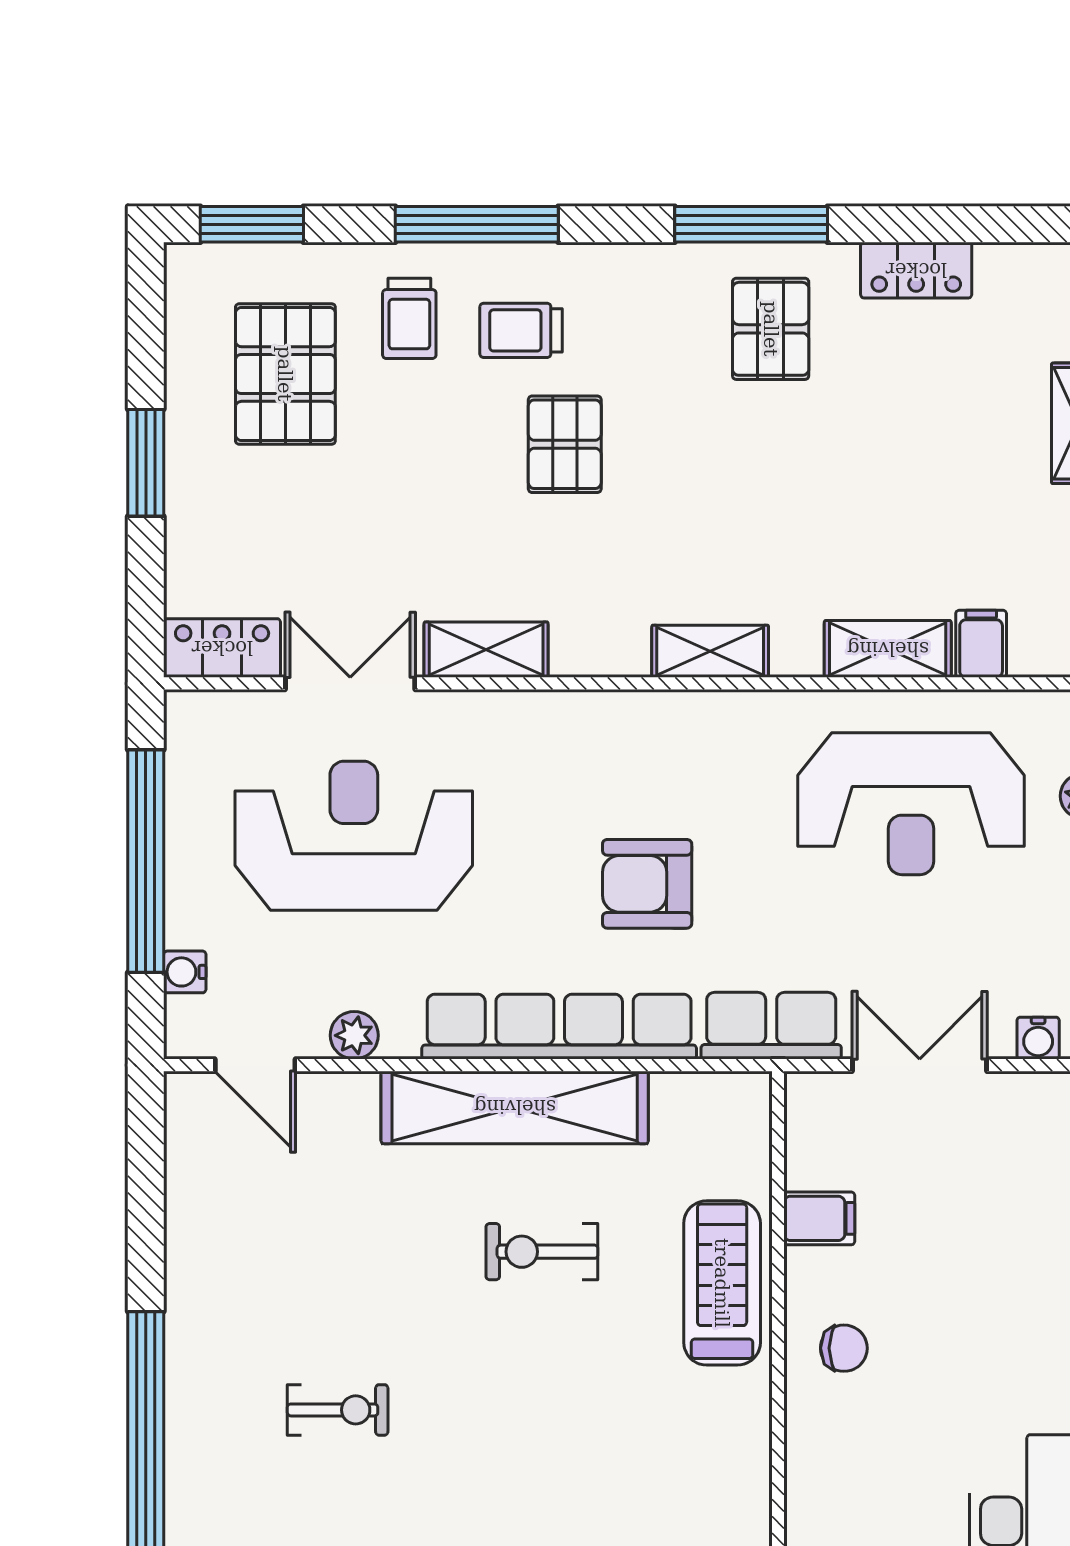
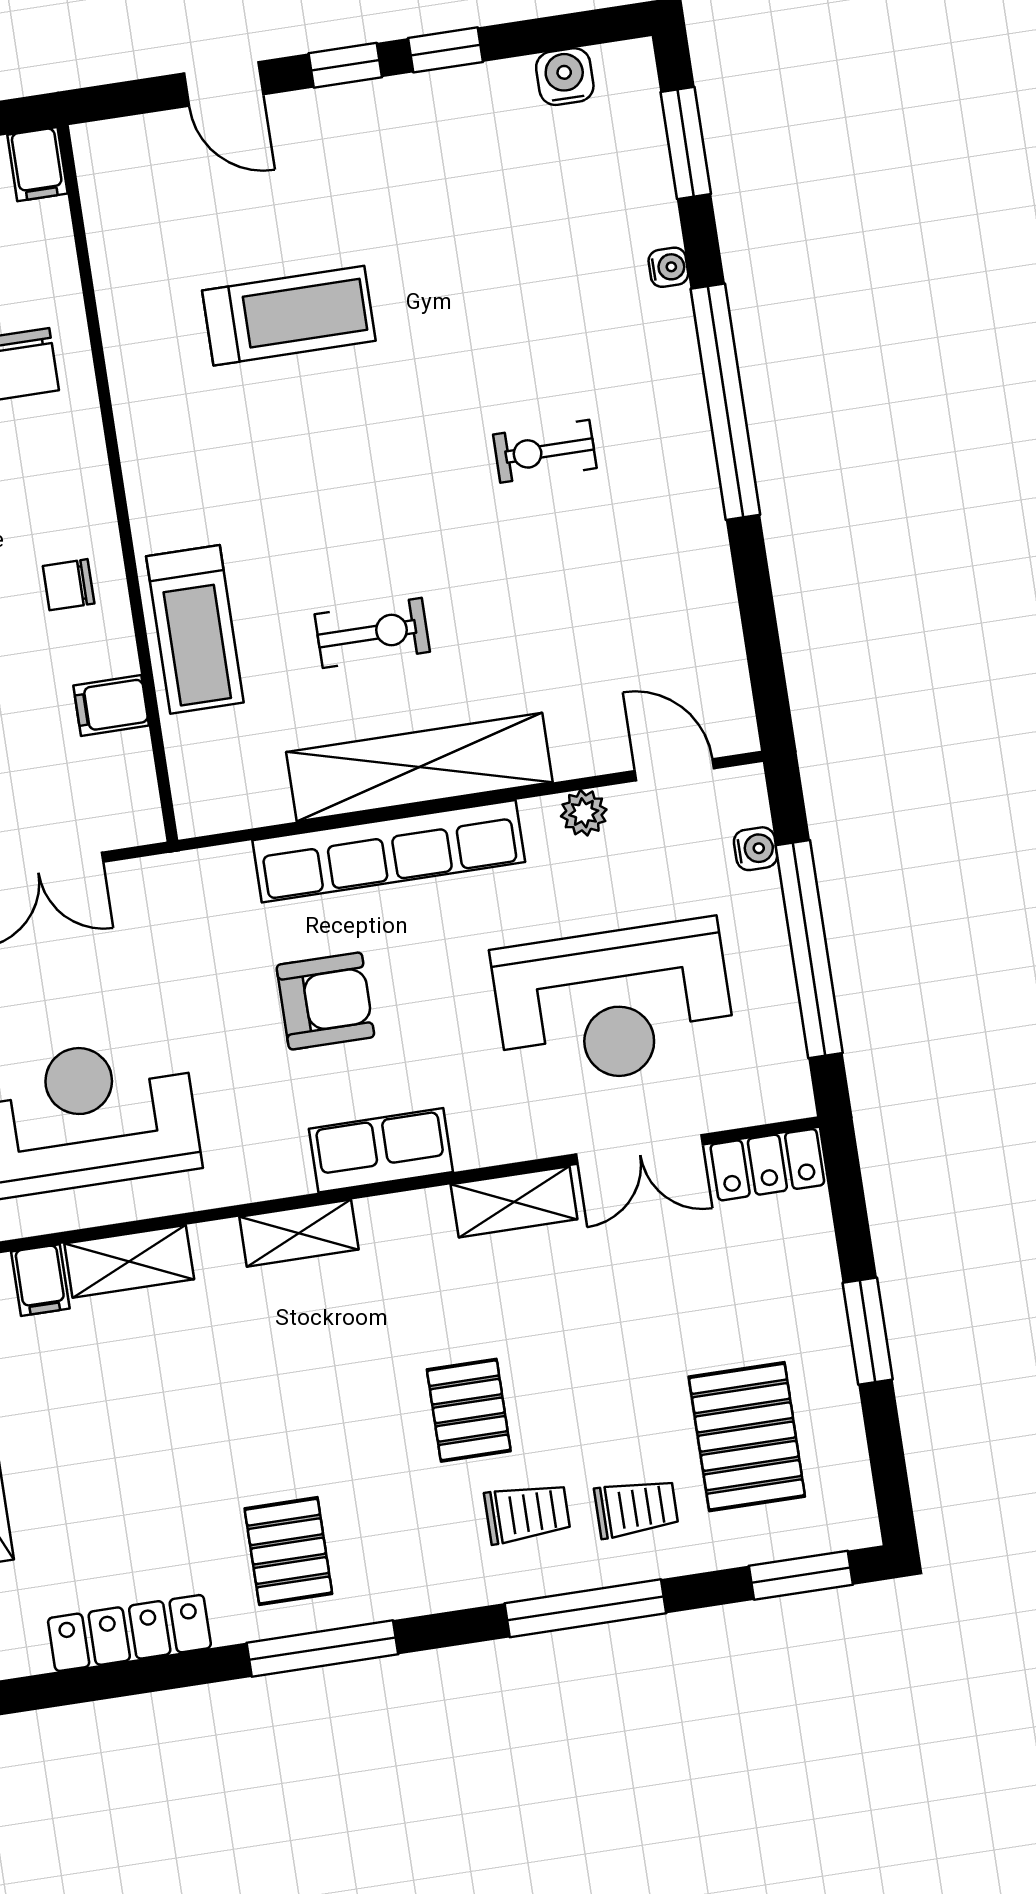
locker: (916, 270) -> (129, 1633), width x1.53
trolley: (409, 318) -> (636, 1508), turned 90
row of seats: (771, 1026) -> (381, 1150), moved, turned 180

